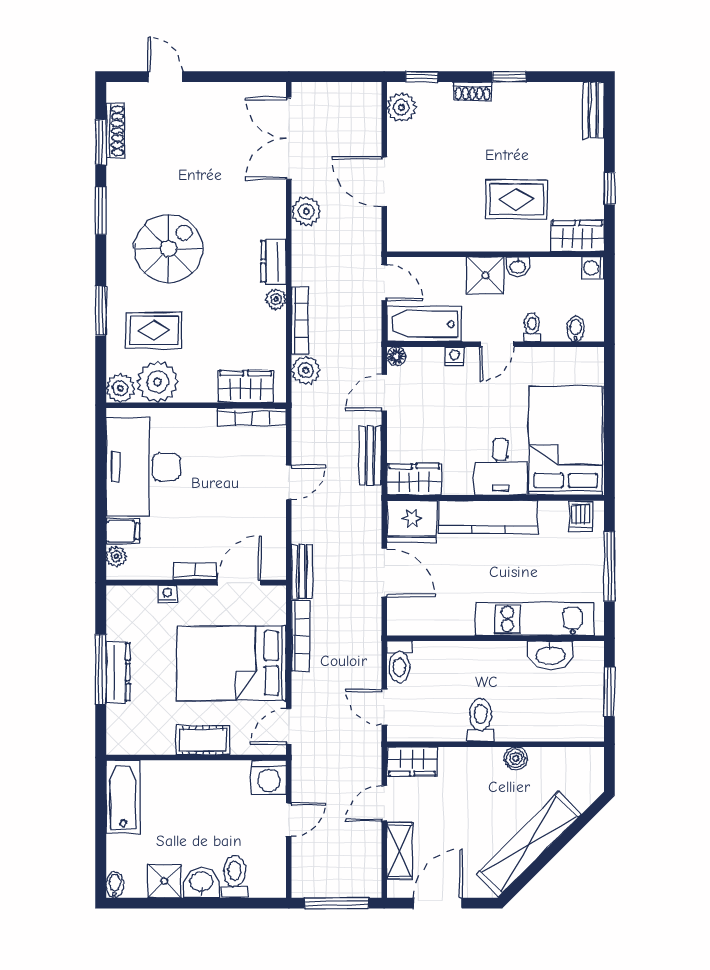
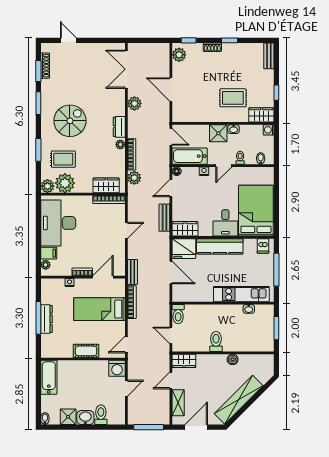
washbasin: (550, 655) -> (249, 309), width x0.52, depth x0.69
bed: (231, 663) -> (99, 309), width x0.67

